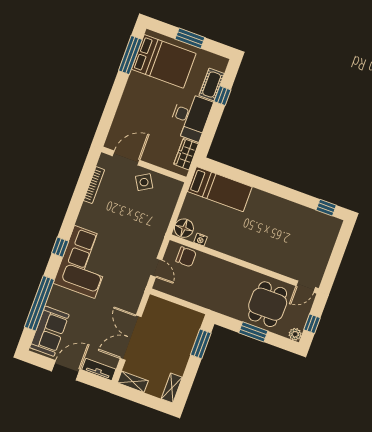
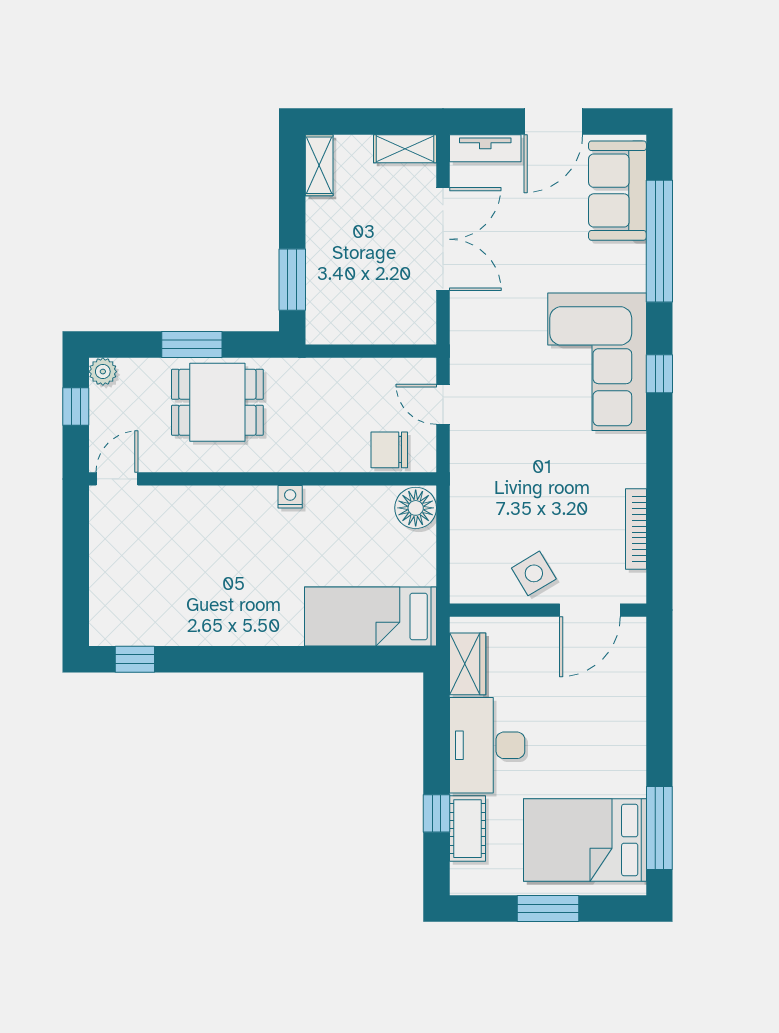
nightstand: (201, 240) -> (290, 497), moved
dining table: (268, 304) -> (217, 402), moved, turned 90

